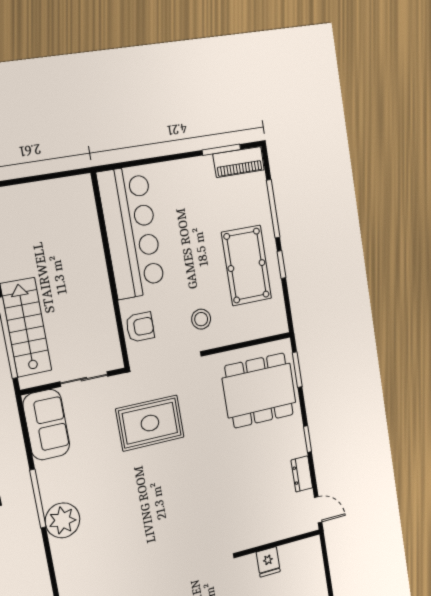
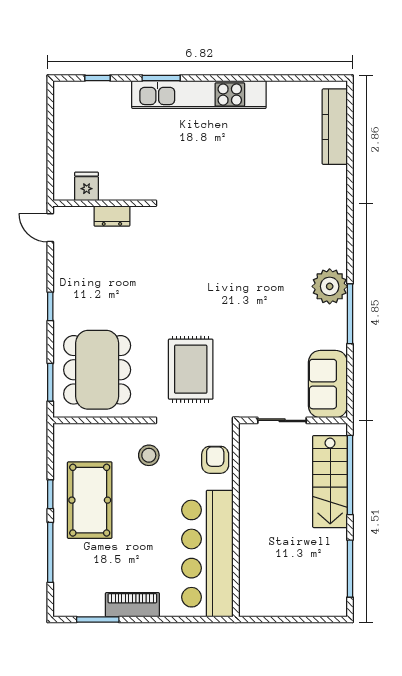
piano: (239, 162) -> (132, 605), moved
armchair: (140, 327) -> (215, 460), turned 90
dining table: (259, 390) -> (97, 370), turned 90
rug: (150, 423) -> (191, 369), moved, turned 90
dresser: (302, 474) -> (112, 216), moved, turned 90
fridge: (268, 562) -> (87, 186), moved

